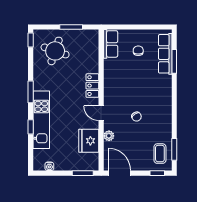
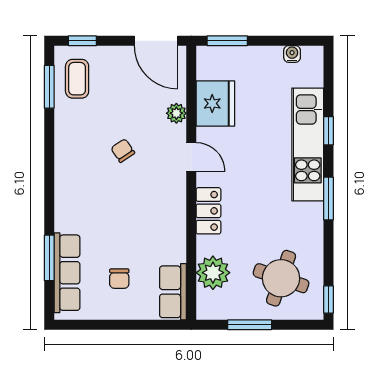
plant: (90, 54) -> (213, 273), added

